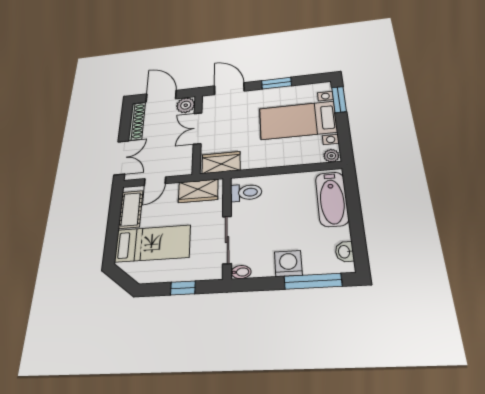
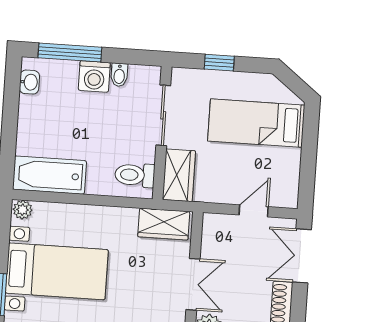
wardrobe: (198, 191) -> (179, 175), moved, turned 90
bathtub: (332, 199) -> (49, 175), moved, turned -90
cot: (131, 209) -> (286, 174), removed
bidet: (241, 272) -> (119, 75), moved, turned -90

